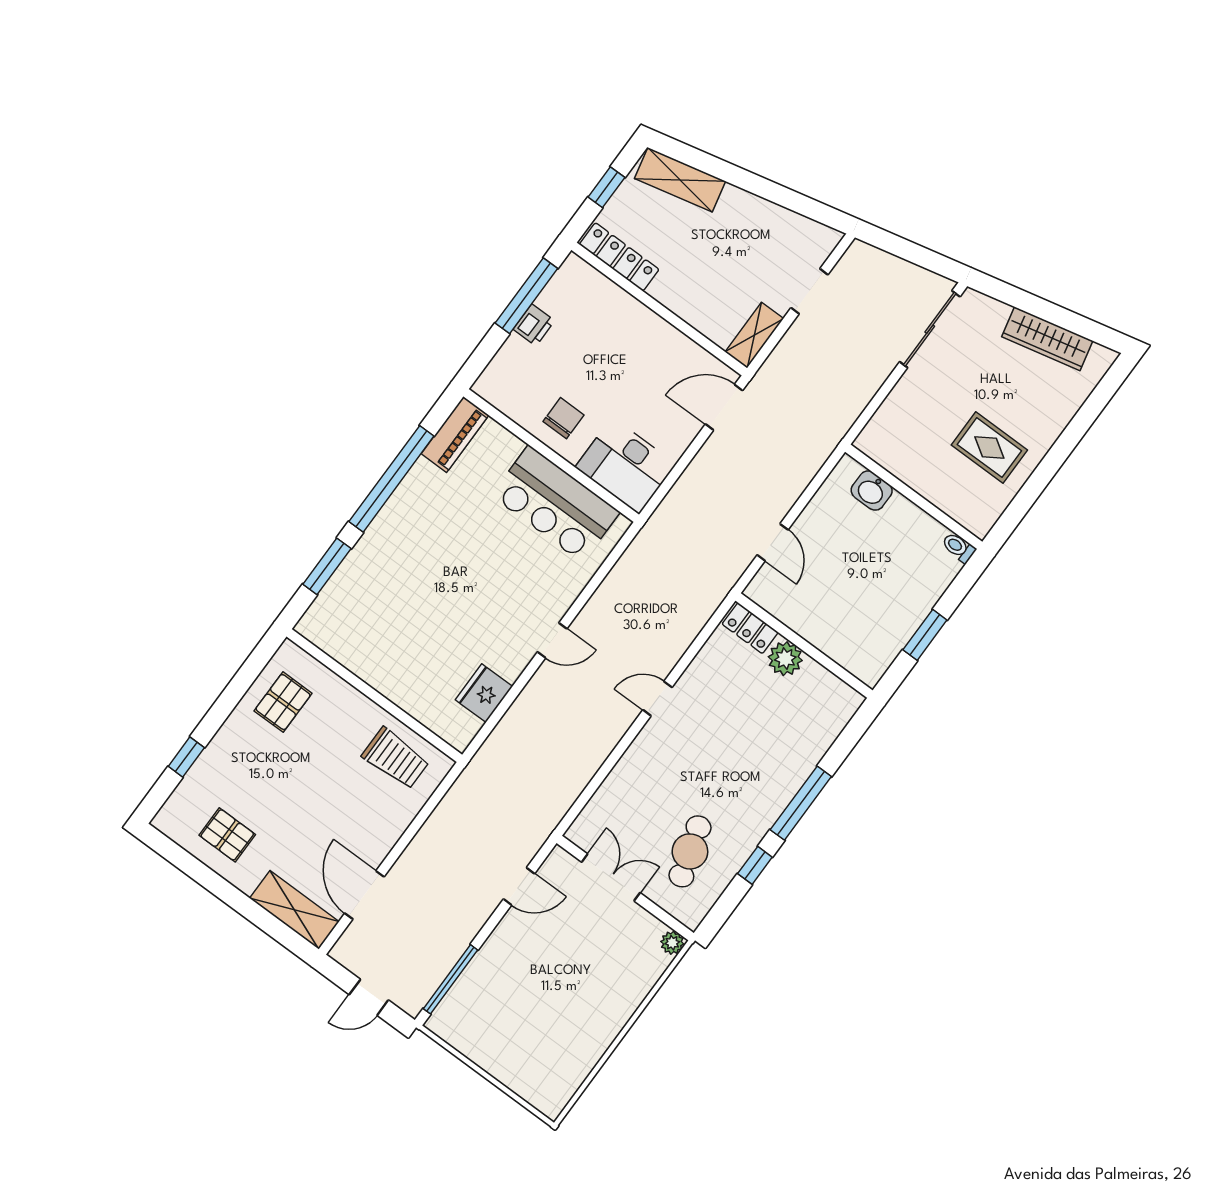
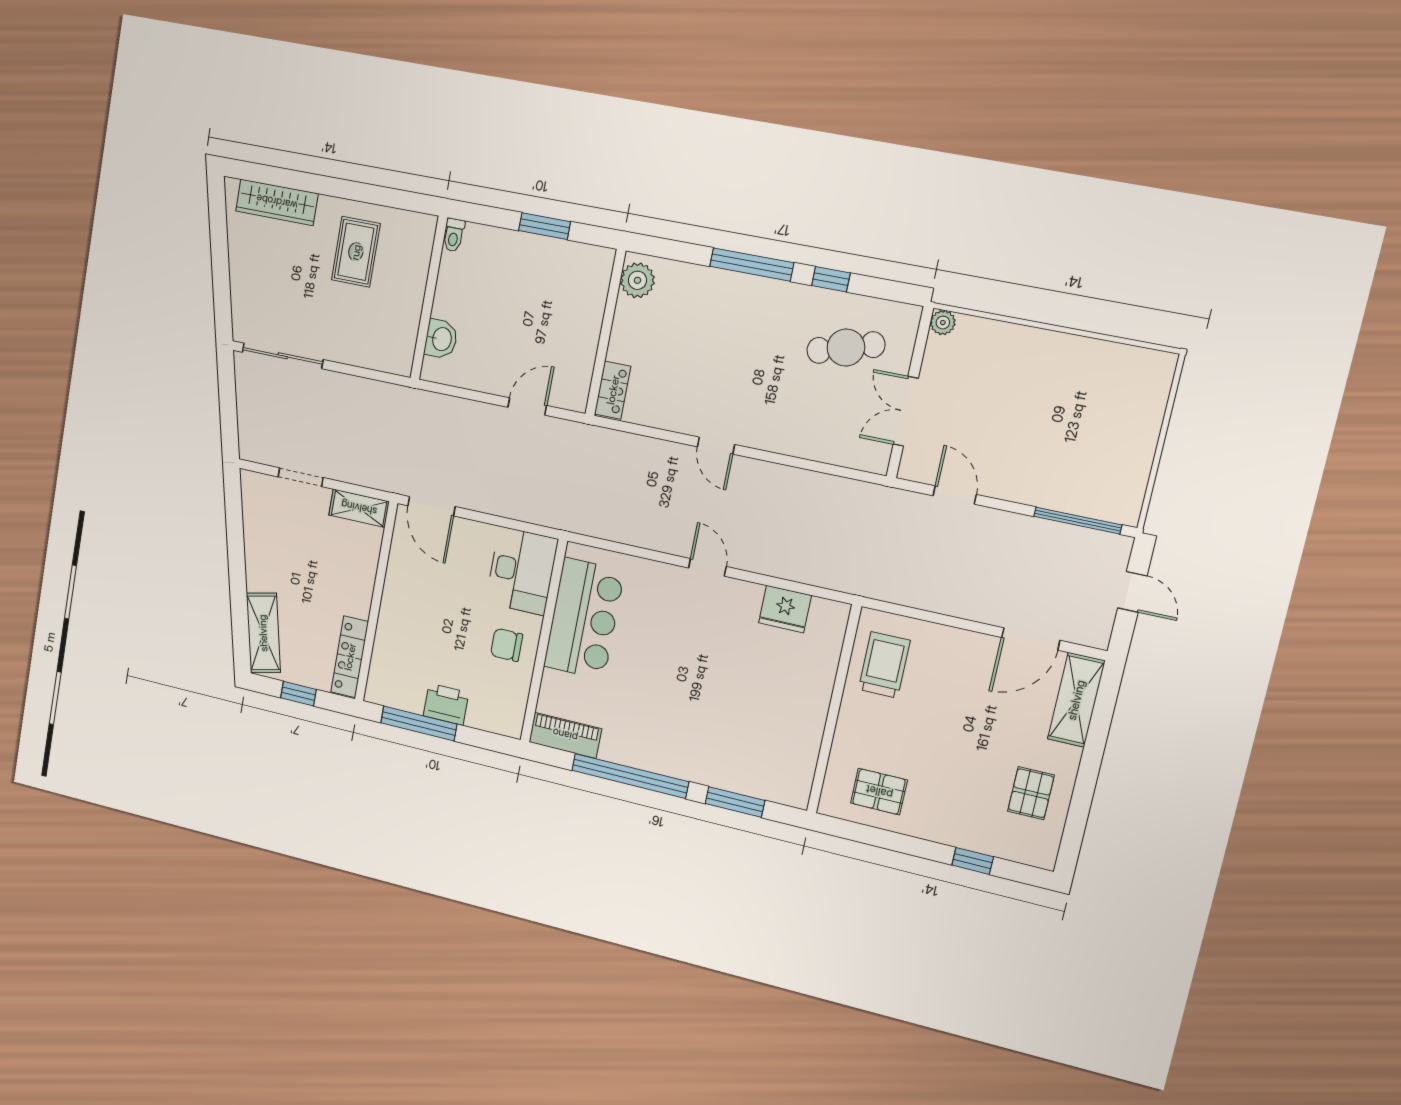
printer: (534, 325) -> (446, 704), width x1.36, depth x1.24
wardrobe: (1047, 339) -> (277, 202), moved, turned 103
plant: (785, 659) -> (637, 280), moved

